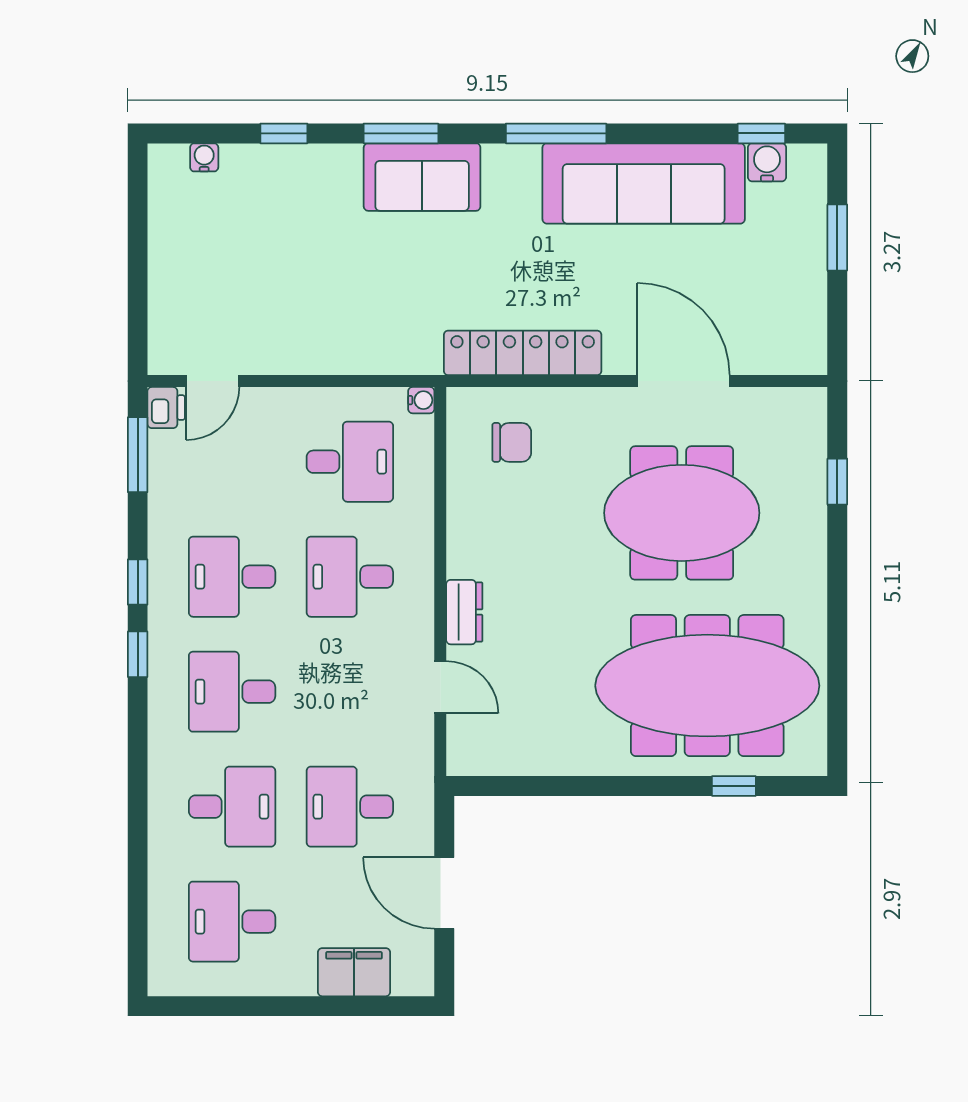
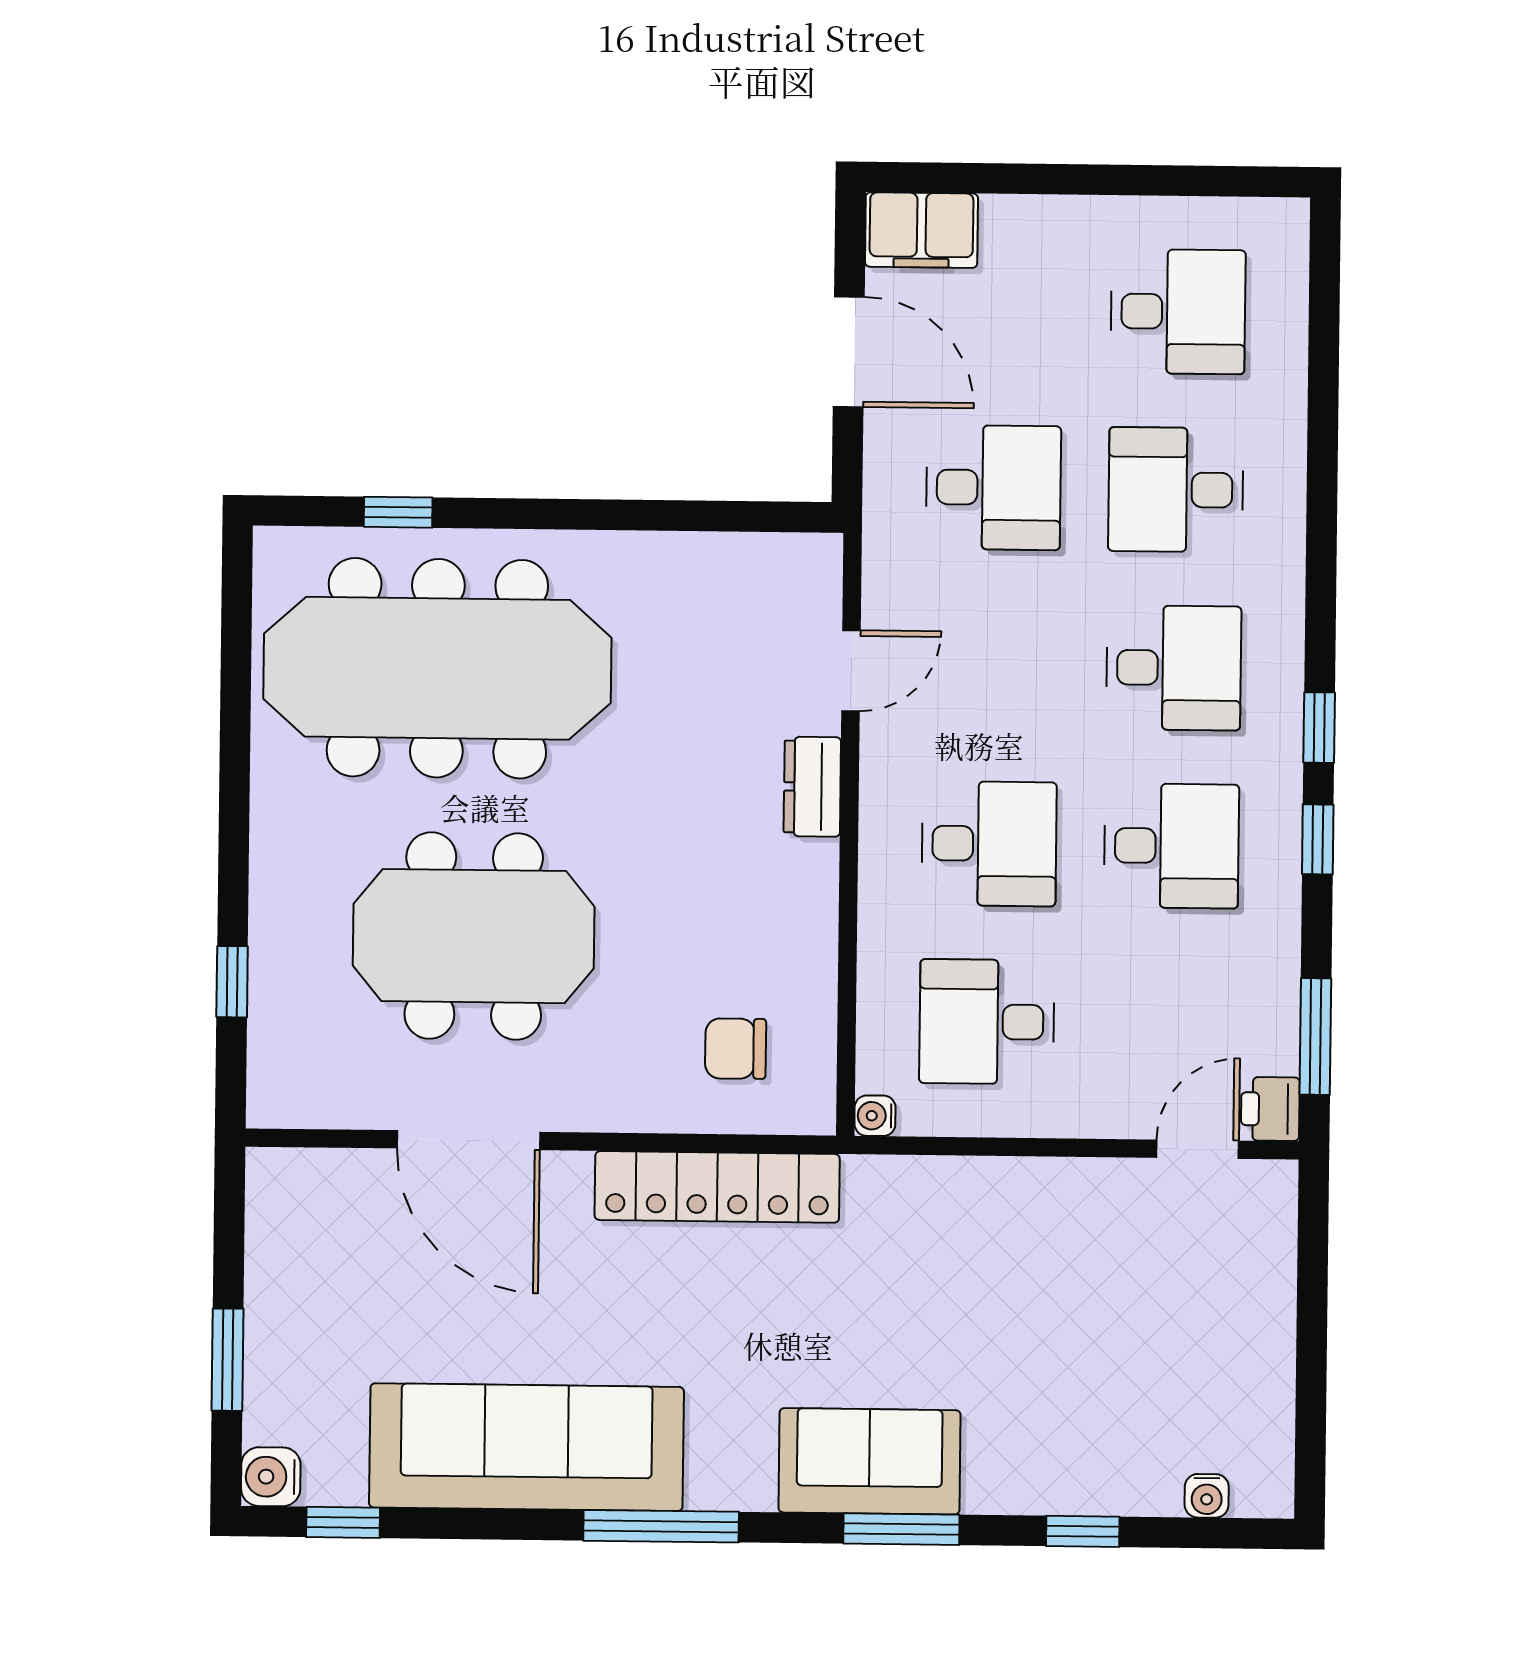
water cooler: (767, 162) -> (271, 1477), moved, turned 90
door: (440, 687) -> (851, 671), swing flipped
filing cabinet: (354, 972) -> (921, 230), moved

